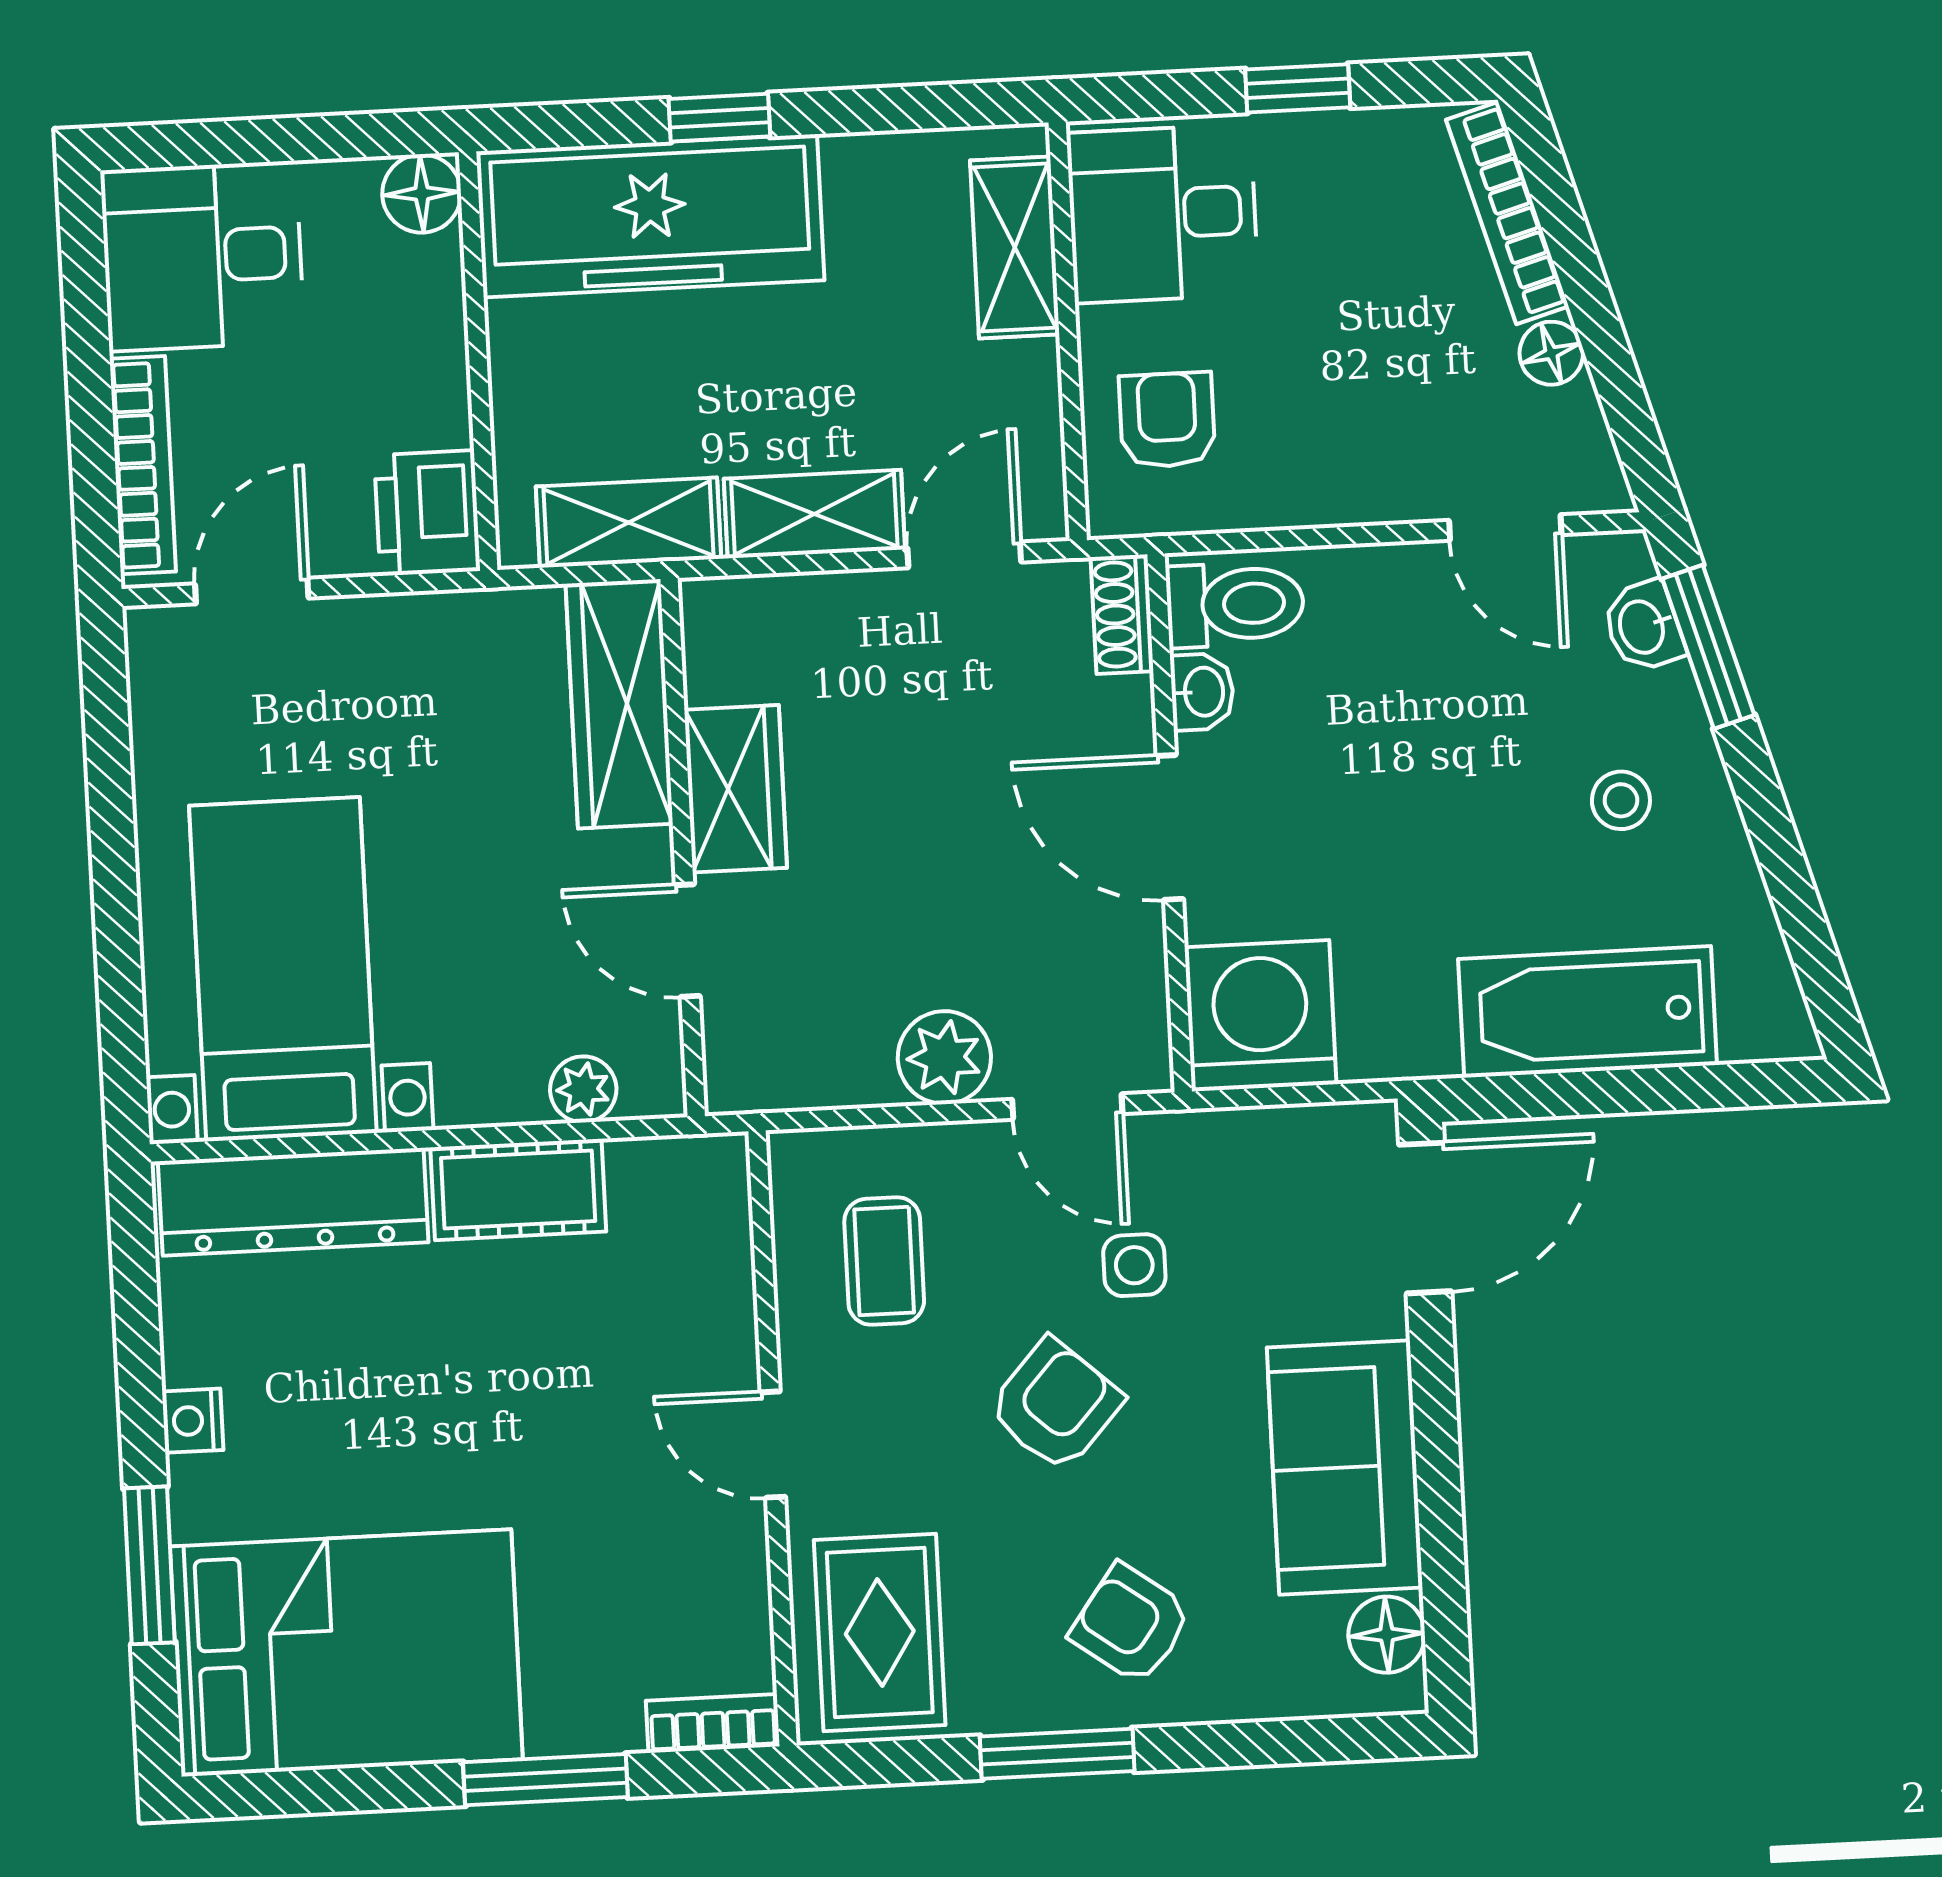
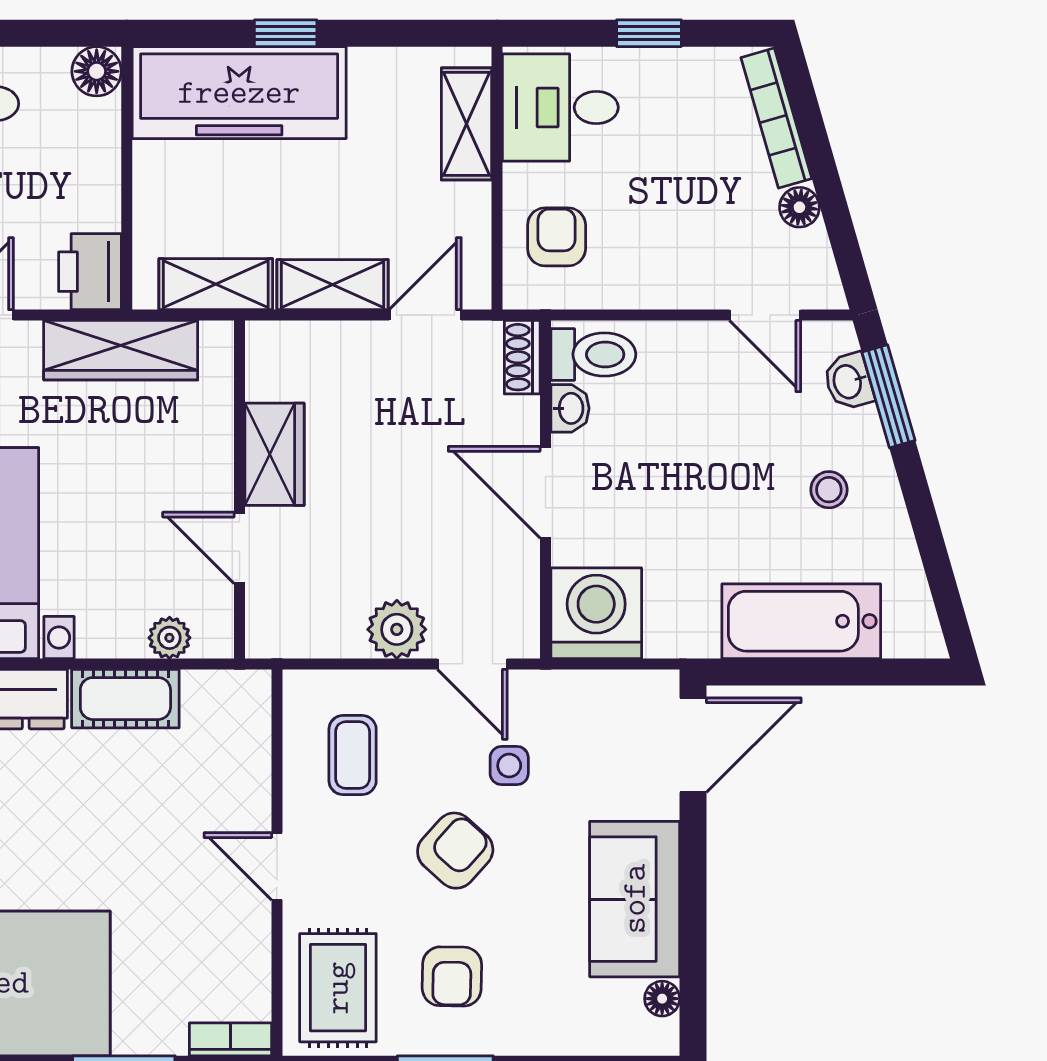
wardrobe: (619, 704) -> (121, 350), moved, turned -90
armchair: (1131, 1624) -> (452, 976), moved, turned -125
floor lamp: (1387, 1635) -> (662, 999), width x0.73, depth x0.73

